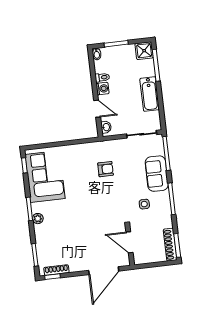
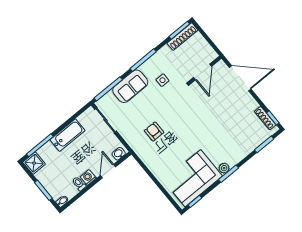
plant: (38, 219) -> (224, 168), moved

